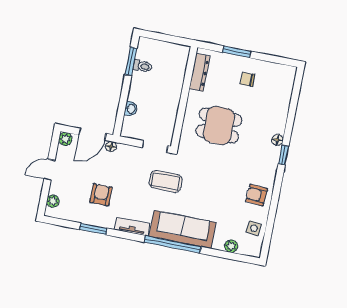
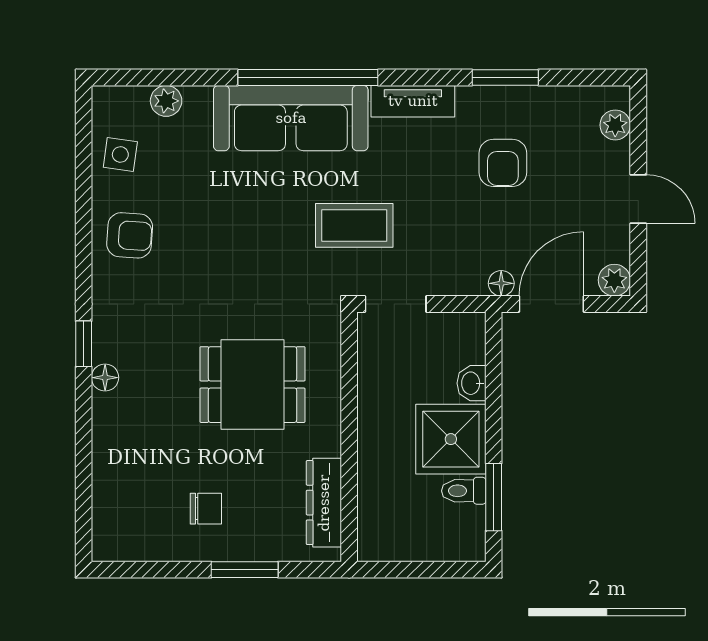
shower: (144, 88) -> (451, 439), added
door: (49, 170) -> (638, 199), hinge flipped

